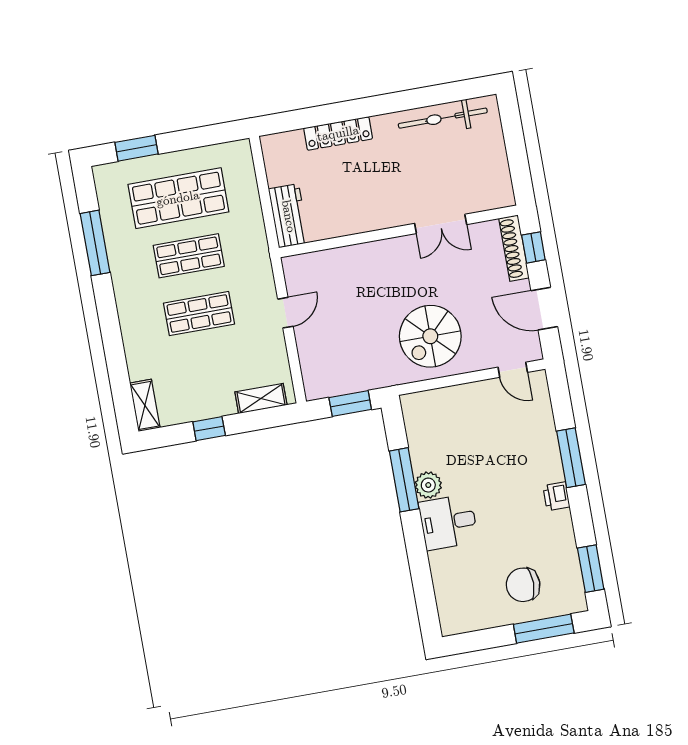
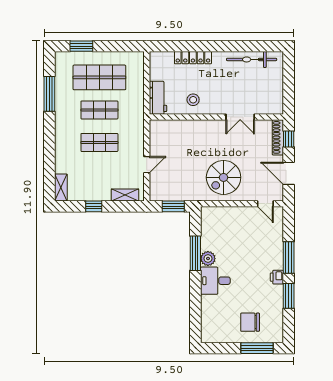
stool: (352, 208) -> (193, 100), added
door: (285, 313) -> (147, 165), moved
window: (591, 569) -> (289, 296), moved

